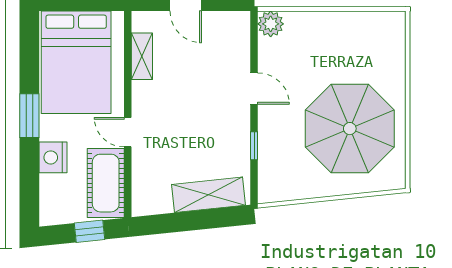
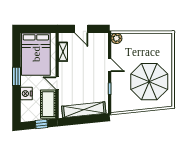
shelving: (209, 195) -> (84, 110), width x1.47

